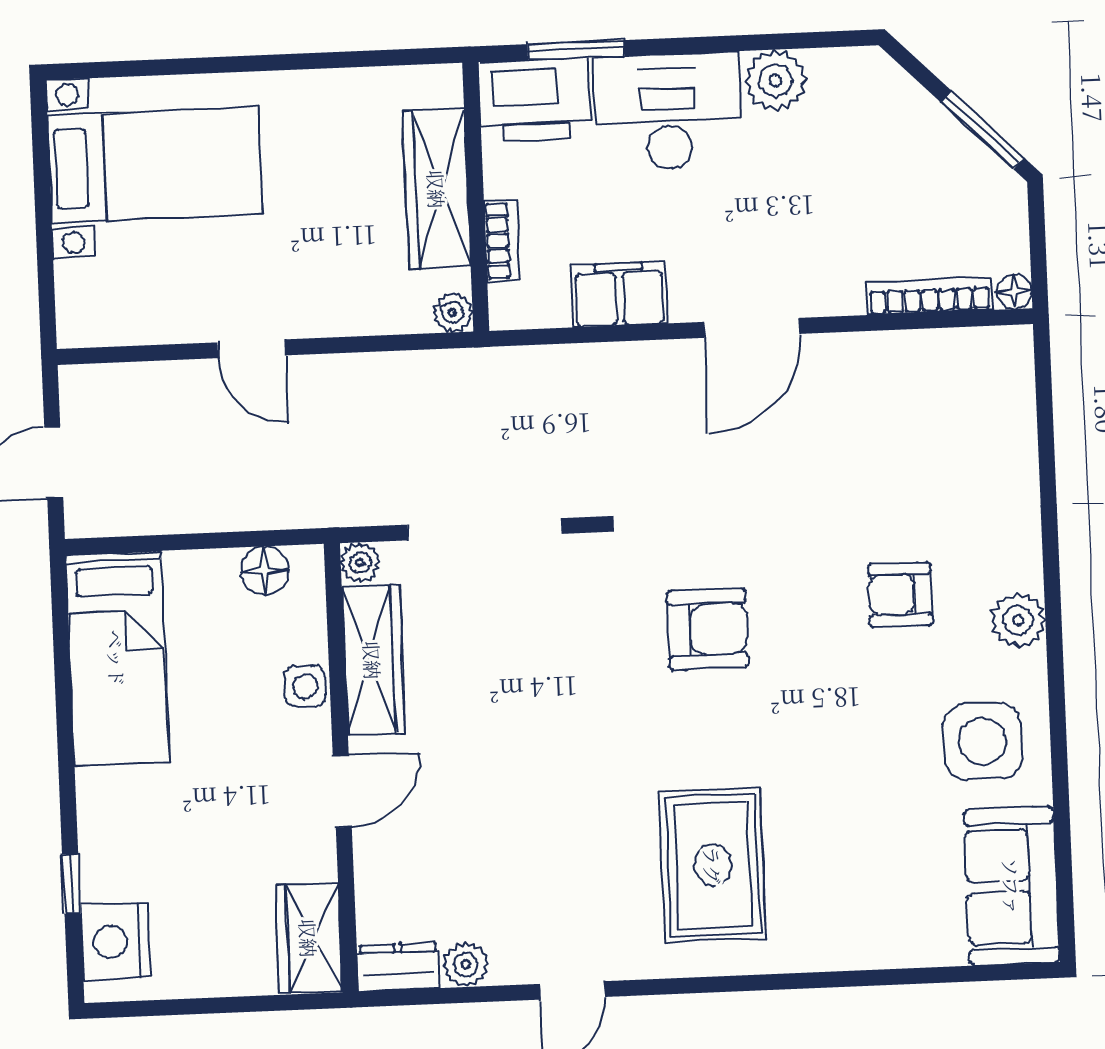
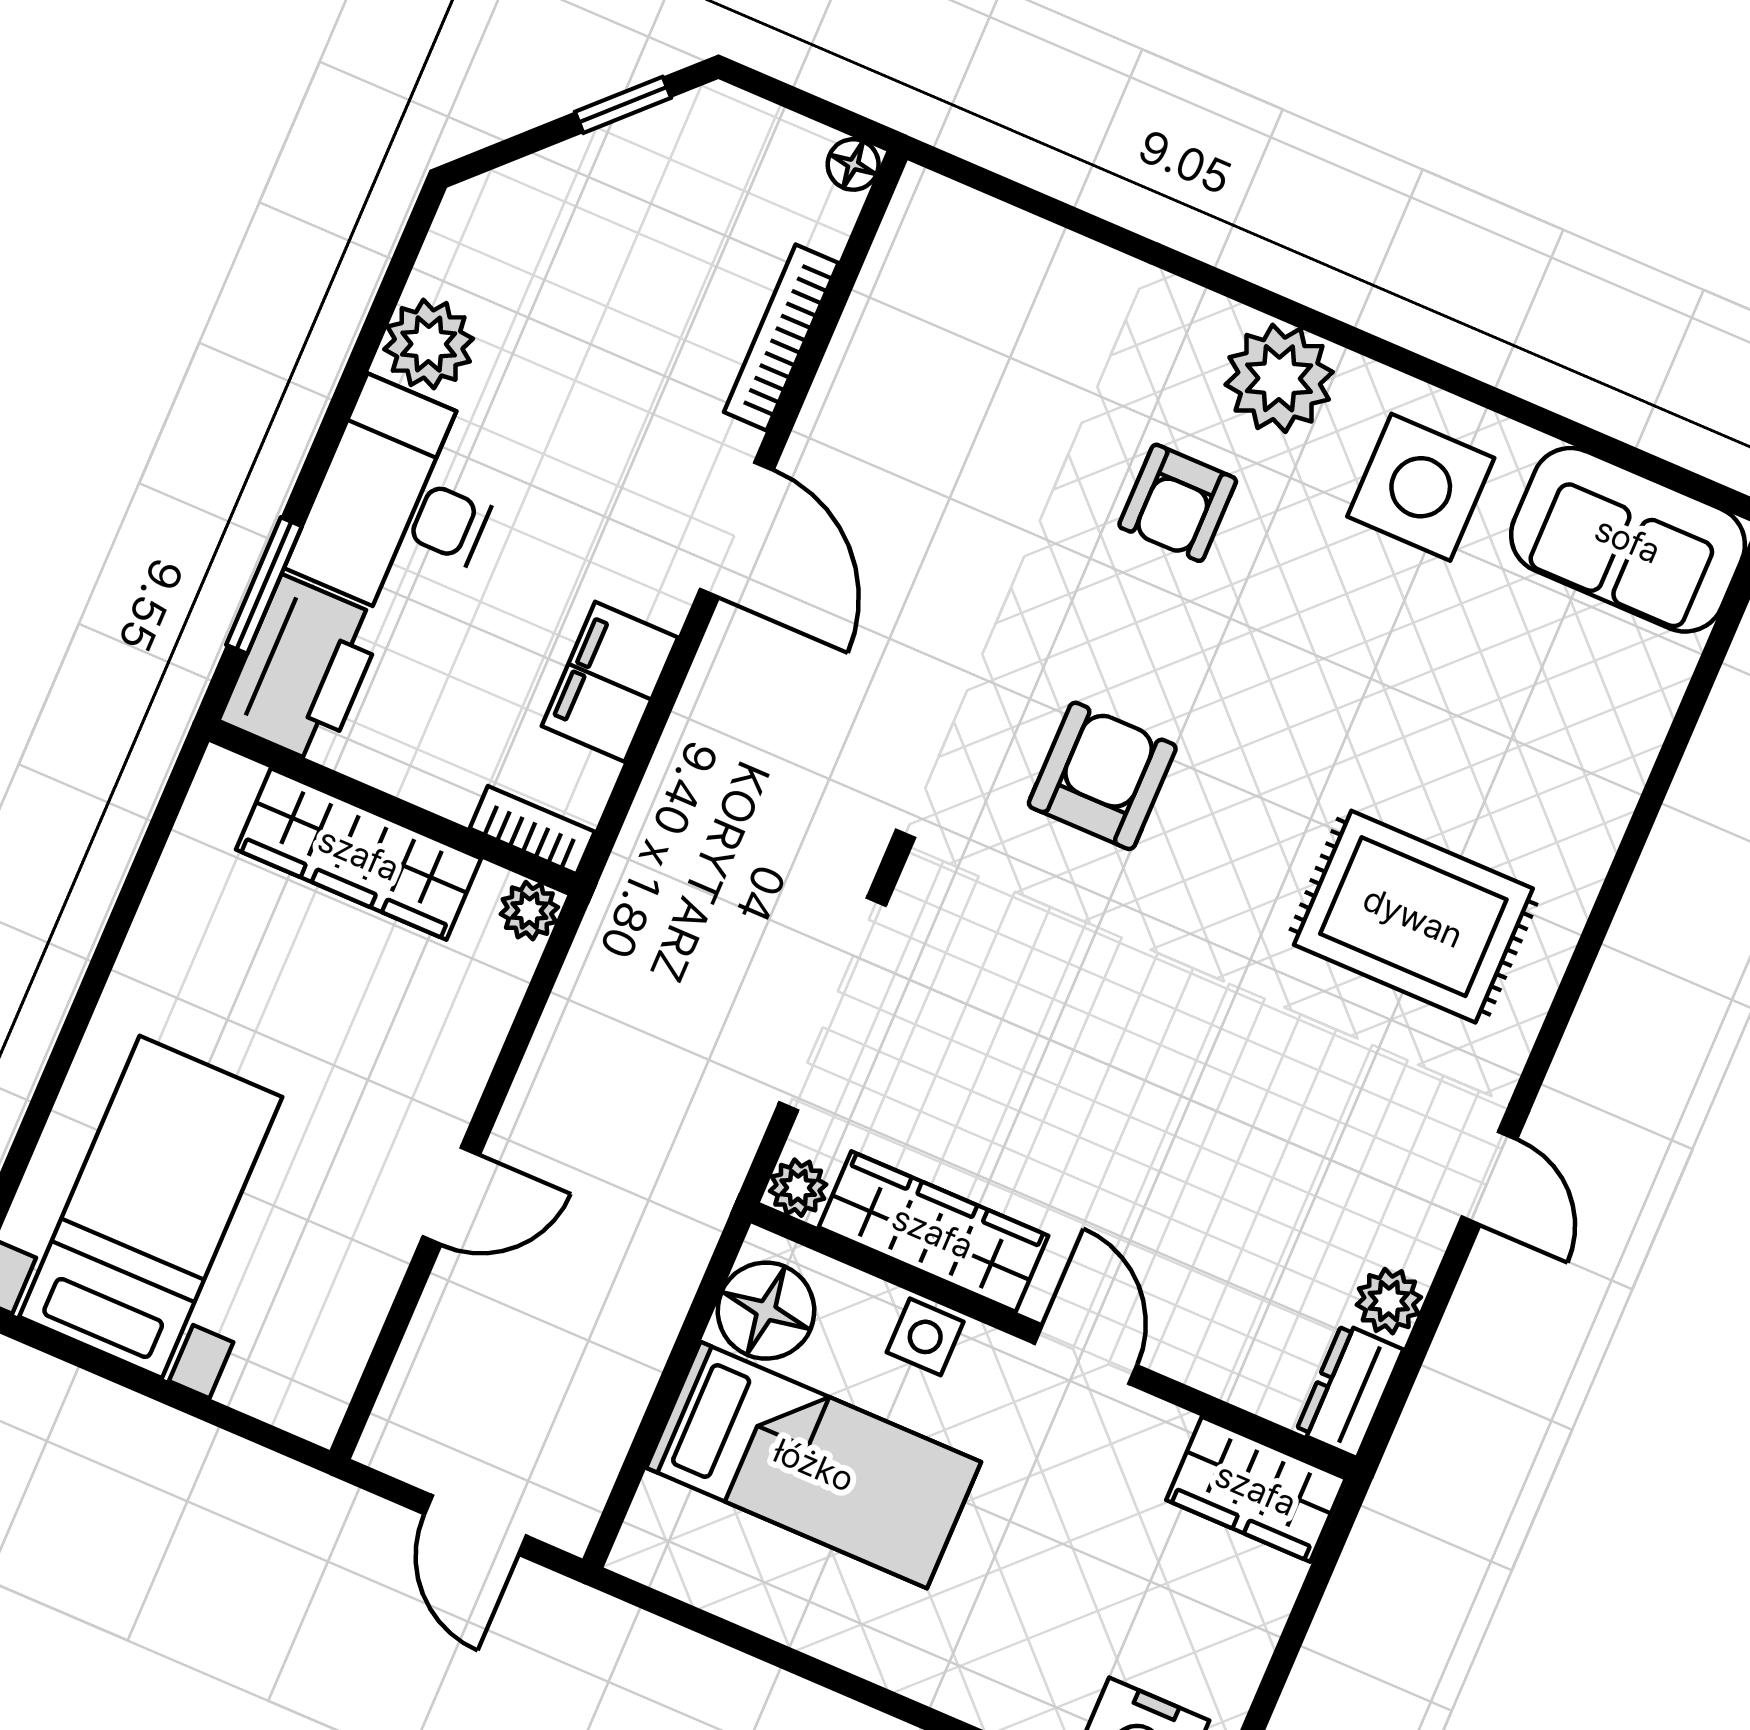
window: (983, 130) -> (623, 105), width x0.67
bookcase: (502, 241) -> (532, 830), moved
bookcase: (930, 296) -> (781, 338), moved
floor lamp: (265, 571) -> (766, 1311), width x1.38, depth x1.38
plant: (1018, 620) -> (1279, 378), width x1.36, depth x1.36
bed: (117, 658) -> (814, 1465), moved

